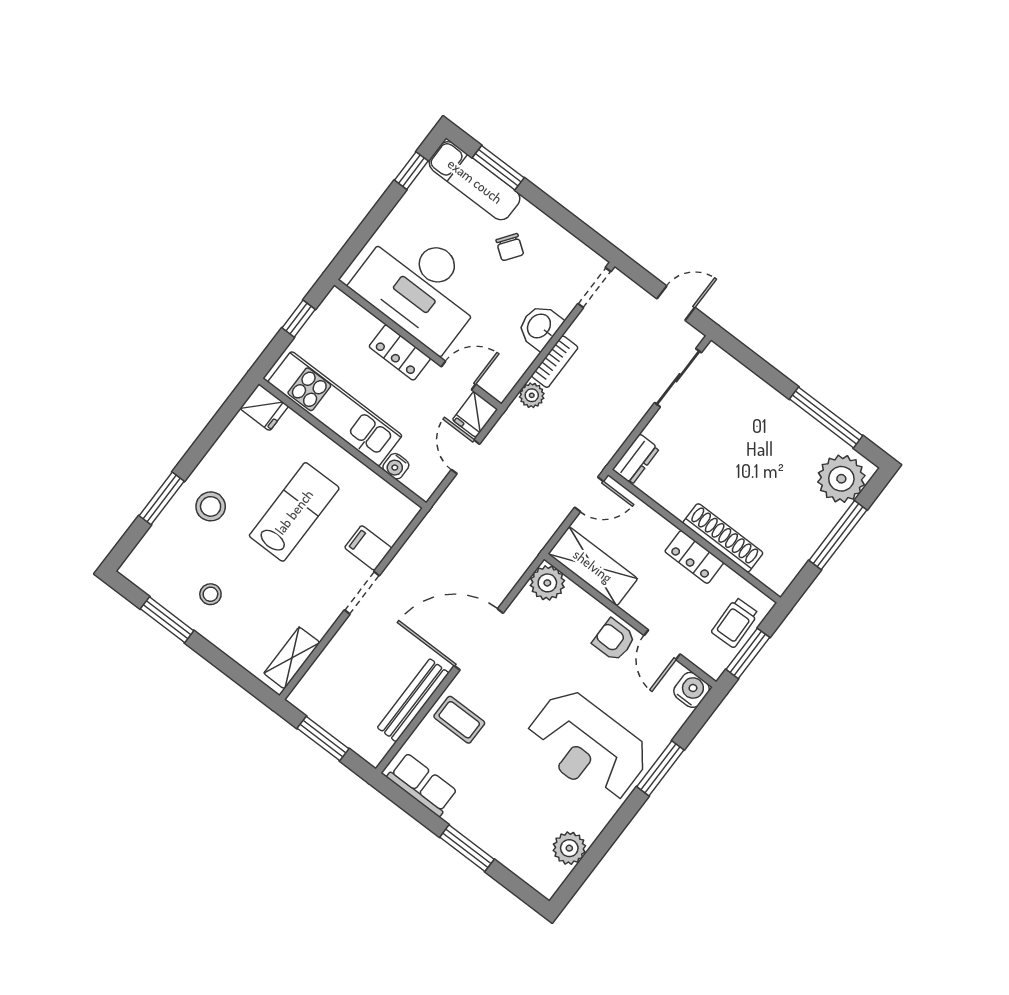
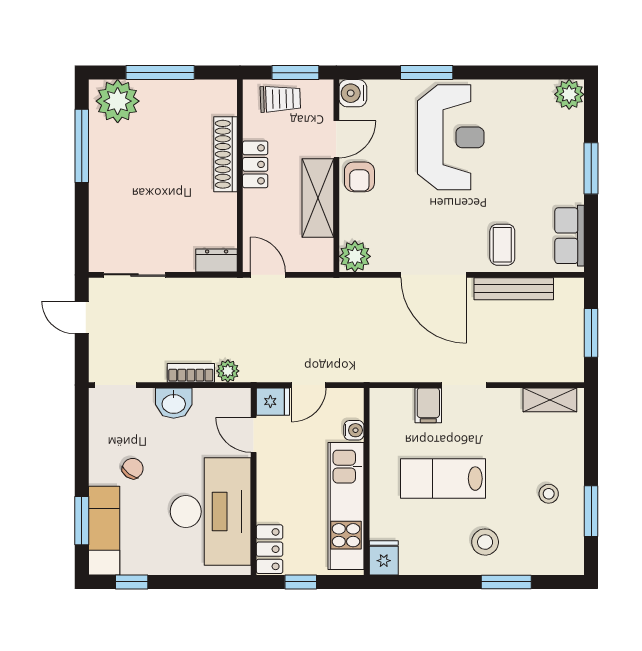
locker: (400, 352) -> (270, 549), moved
shelving: (593, 566) -> (318, 198), moved
plant: (569, 848) -> (569, 94), moved

